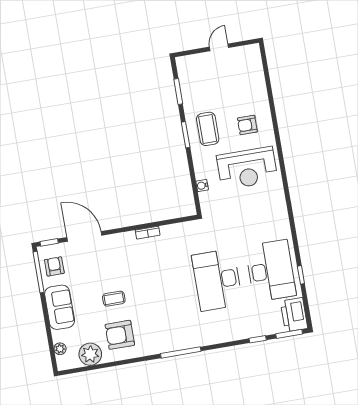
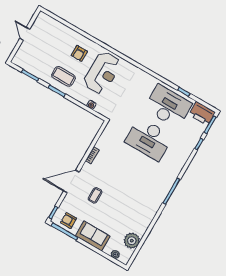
door: (84, 236) -> (71, 182), moved
coffee table: (114, 299) -> (95, 195), moved
armchair: (120, 335) -> (135, 216), removed

